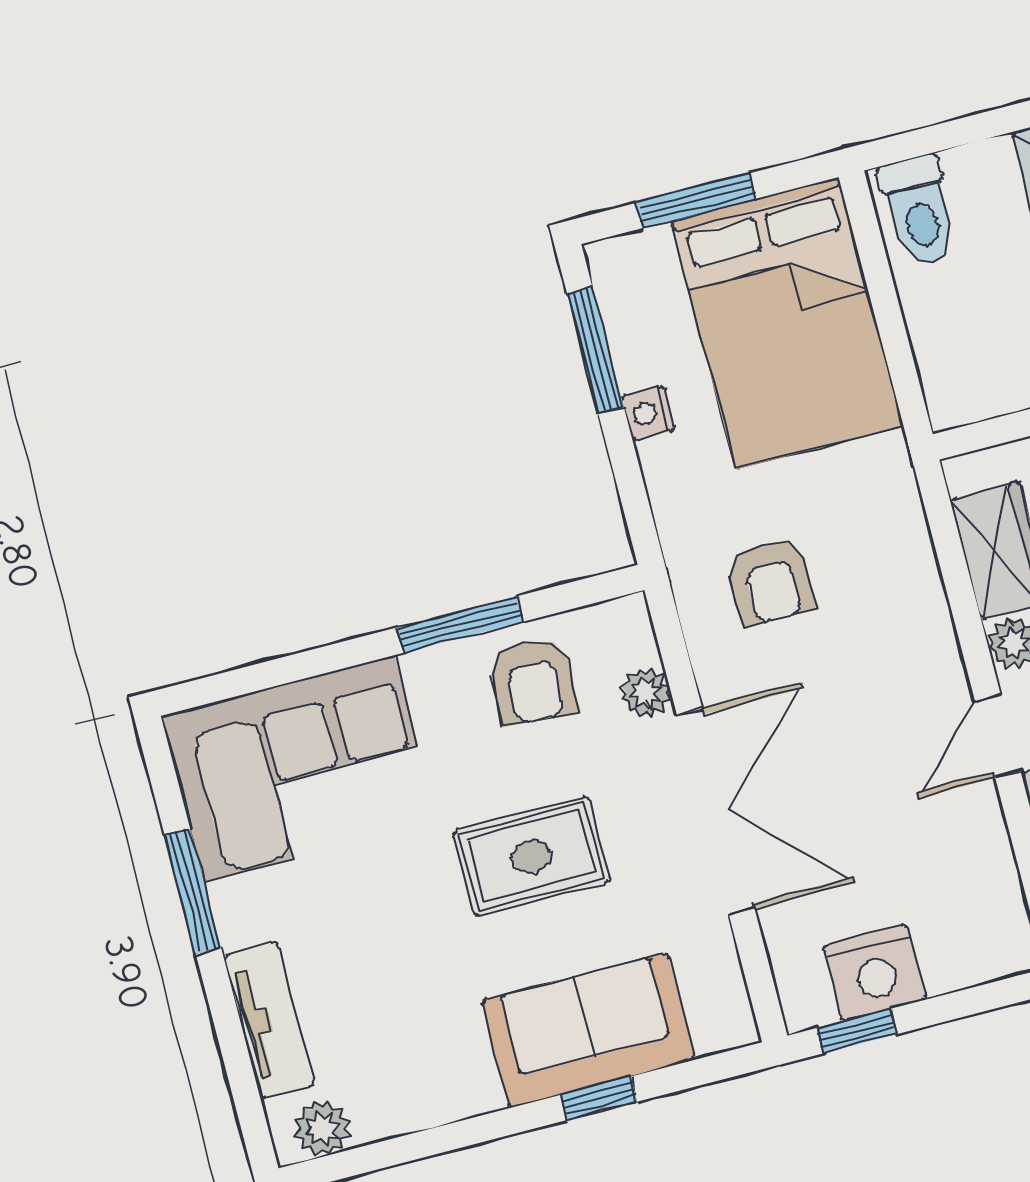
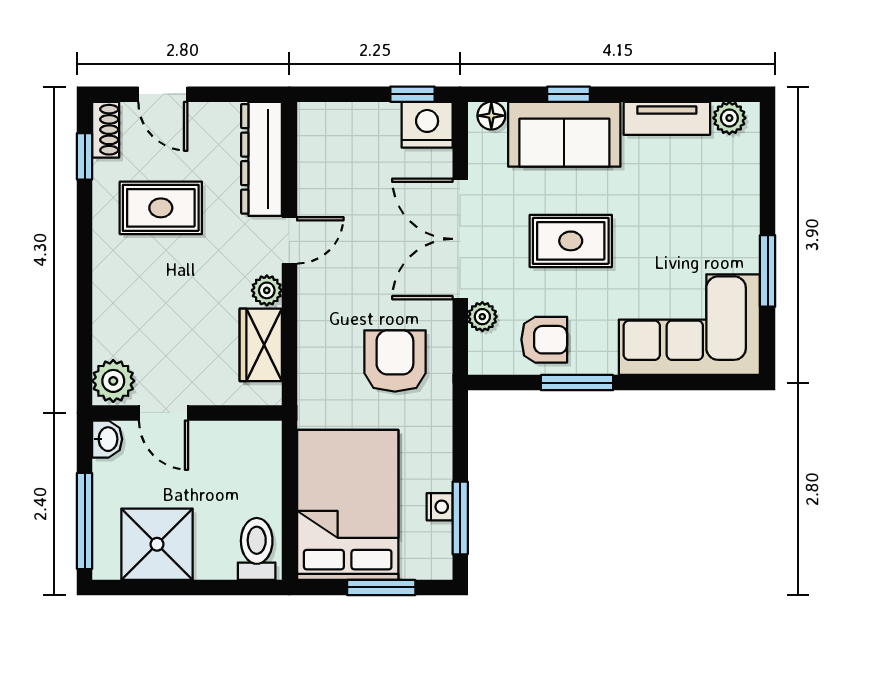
nightstand: (648, 413) -> (440, 507), moved
armchair: (771, 582) -> (395, 361), width x1.38, depth x1.38
armchair: (533, 681) -> (544, 340), turned 87
nightstand: (875, 972) -> (427, 125), moved
tv unit: (269, 1020) -> (667, 118), moved, turned -90
floor lamp: (717, 1029) -> (491, 116), added

